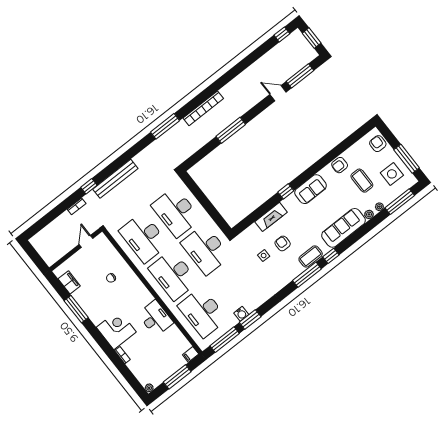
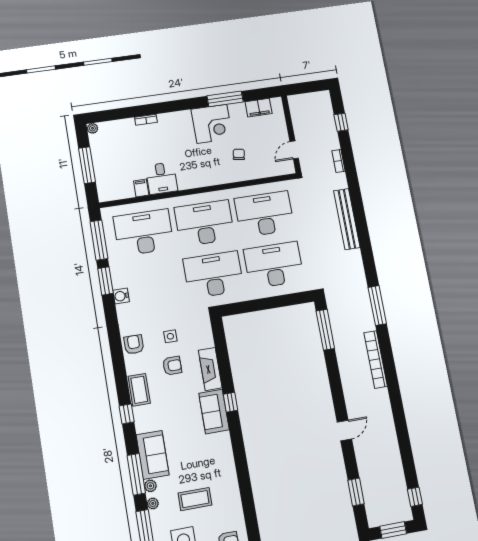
window: (300, 76) -> (356, 492), width x0.69
door: (278, 93) -> (344, 430), moved
window: (231, 130) -> (325, 330), moved
armchair: (340, 165) -> (134, 344), moved
window: (89, 186) -> (341, 122), moved
sofa: (311, 189) -> (214, 412), moved
sofa: (344, 228) -> (153, 455), width x0.73
door: (86, 241) -> (294, 150), swing flipped
window: (307, 275) -> (136, 474), moved
water cooler: (241, 314) -> (121, 296), moved
desk: (155, 318) -> (161, 178), width x0.73
corner desk: (116, 330) -> (212, 124), moved
filing cabinet: (191, 354) -> (141, 188), moved

